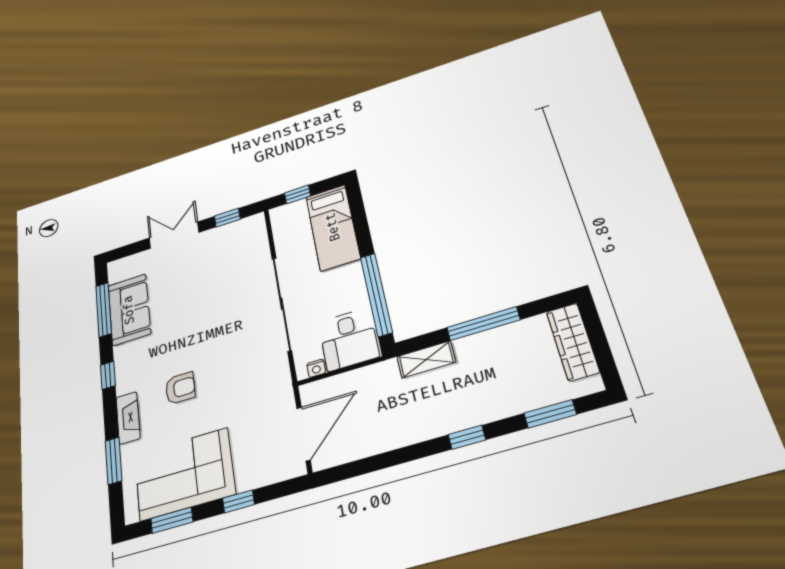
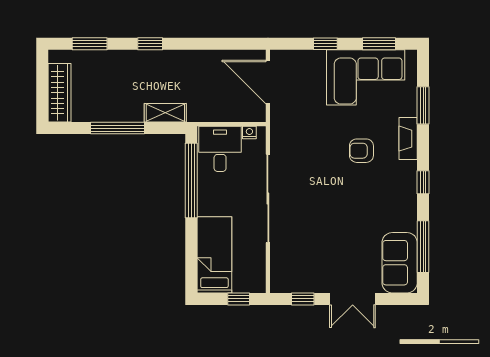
sofa: (129, 310) -> (400, 263), moved
door: (304, 434) -> (268, 82), hinge flipped

